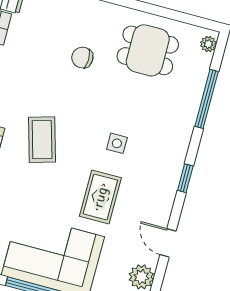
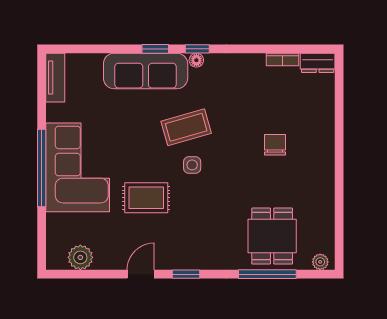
dining table: (148, 50) -> (272, 236), moved
side table: (117, 143) -> (192, 165), moved
door: (168, 243) -> (141, 274), moved

